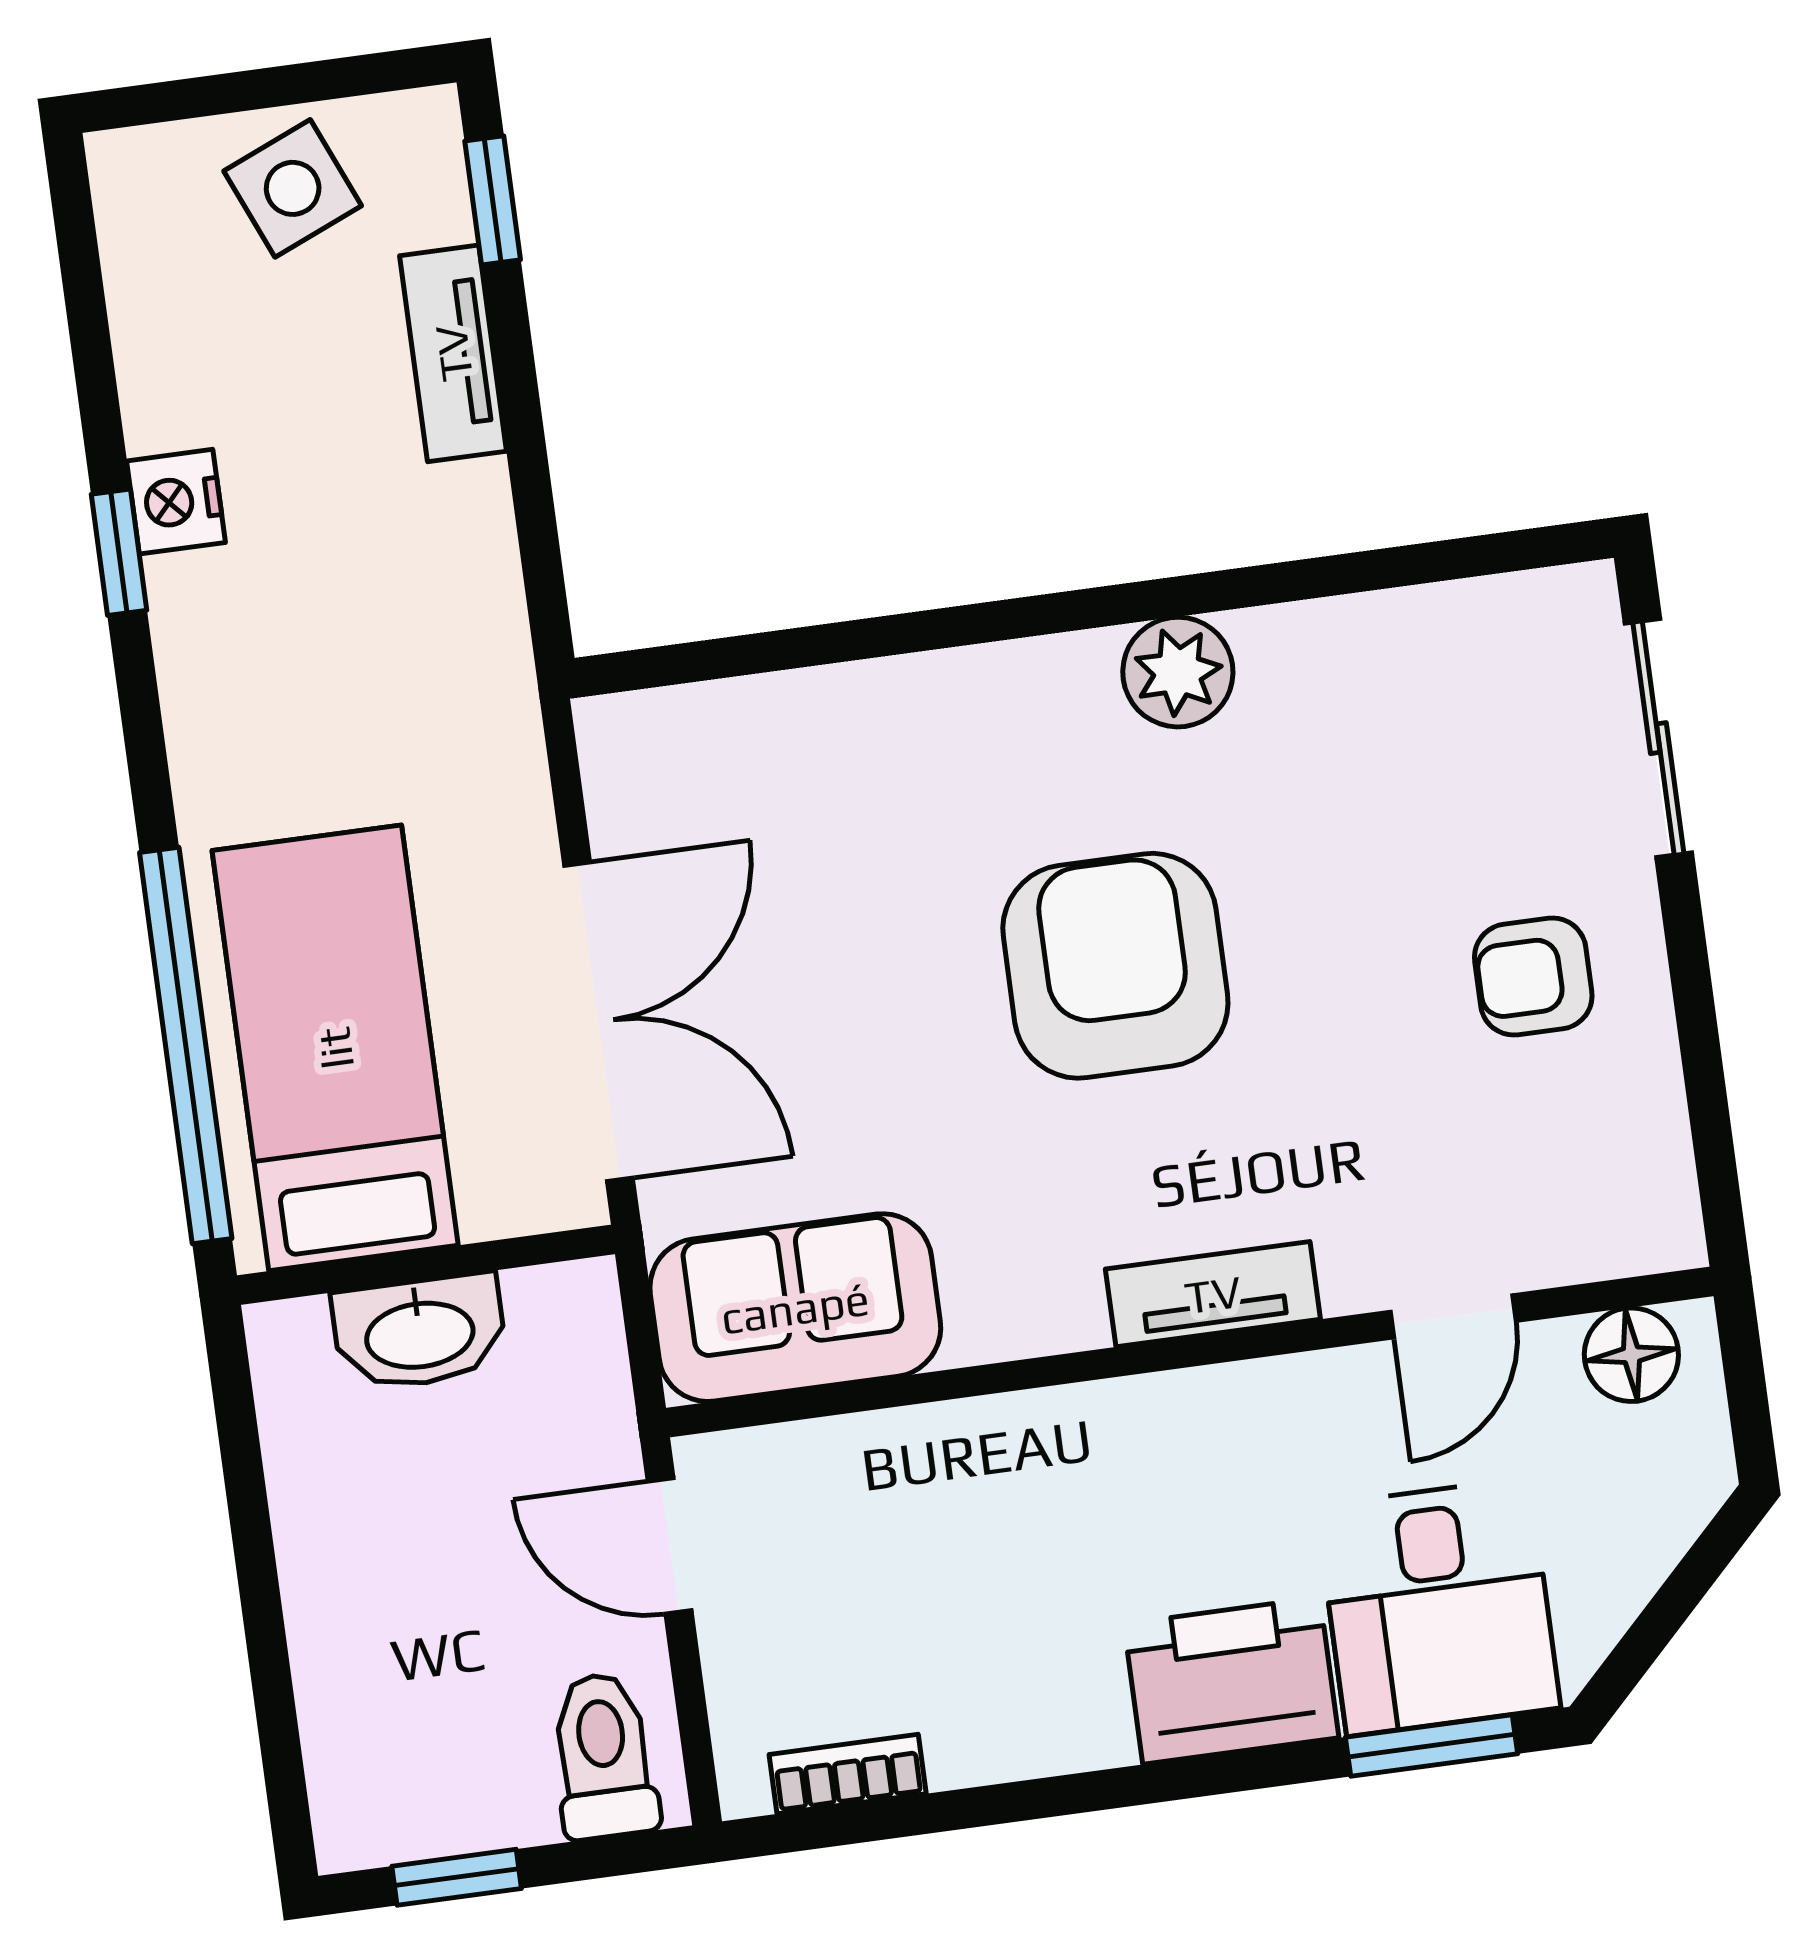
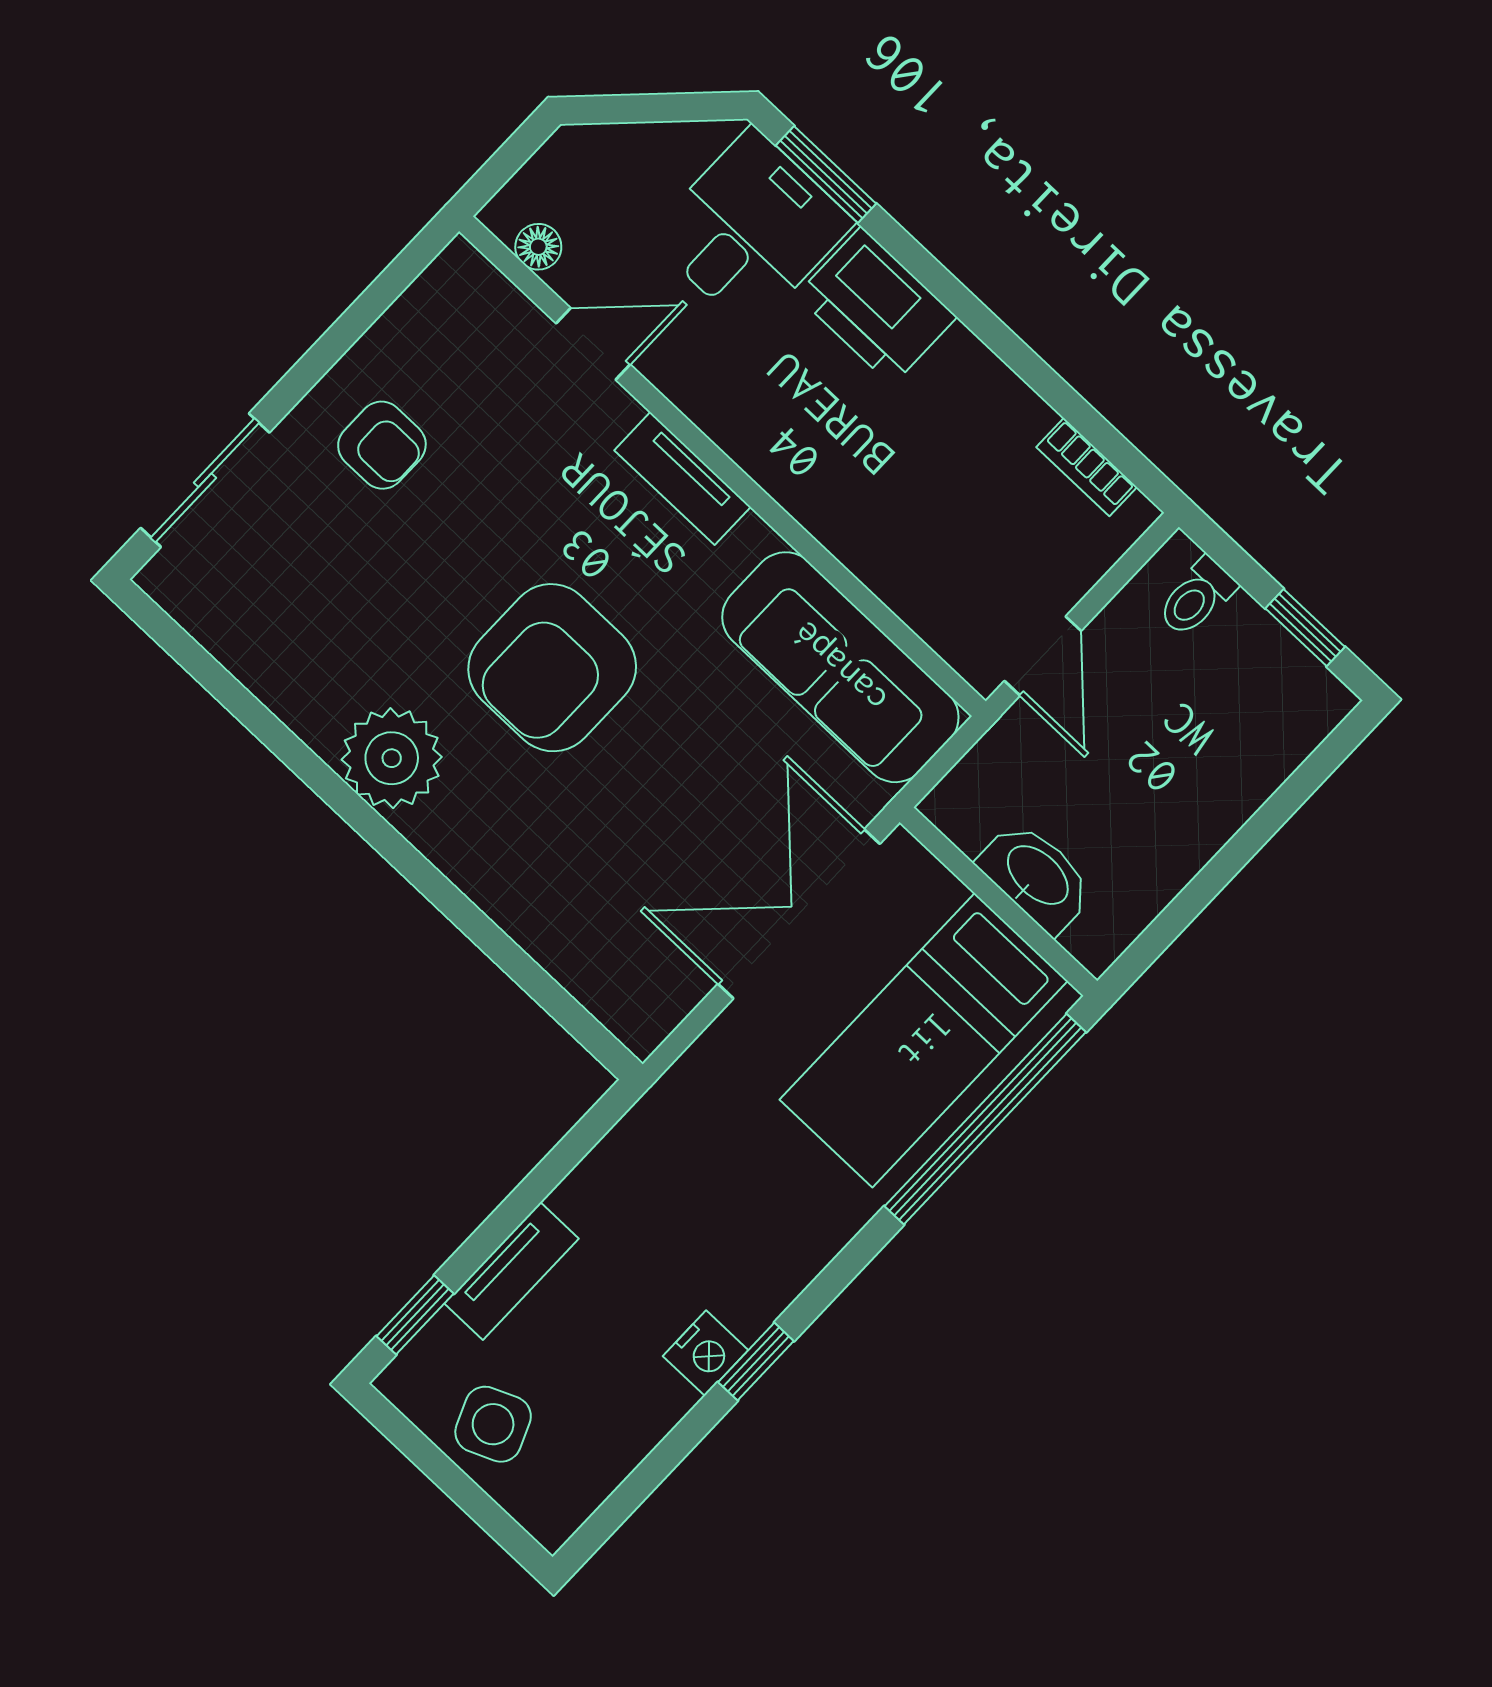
plant: (1178, 672) -> (392, 758), width x1.36, depth x1.36
sofa: (795, 1308) -> (840, 667), width x1.36
floor lamp: (1631, 1355) -> (538, 247), width x0.73, depth x0.73
toilet: (604, 1756) -> (1197, 597), width x0.73, depth x0.72

